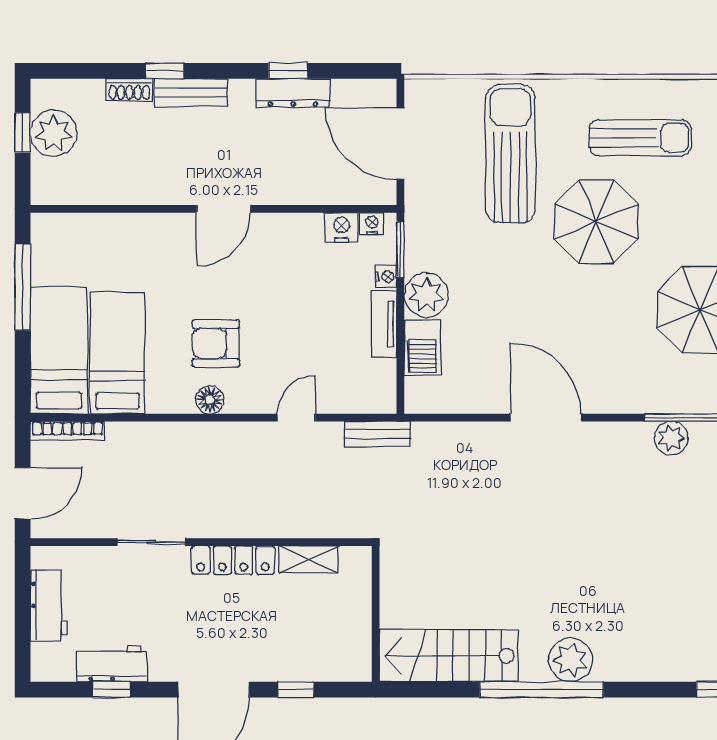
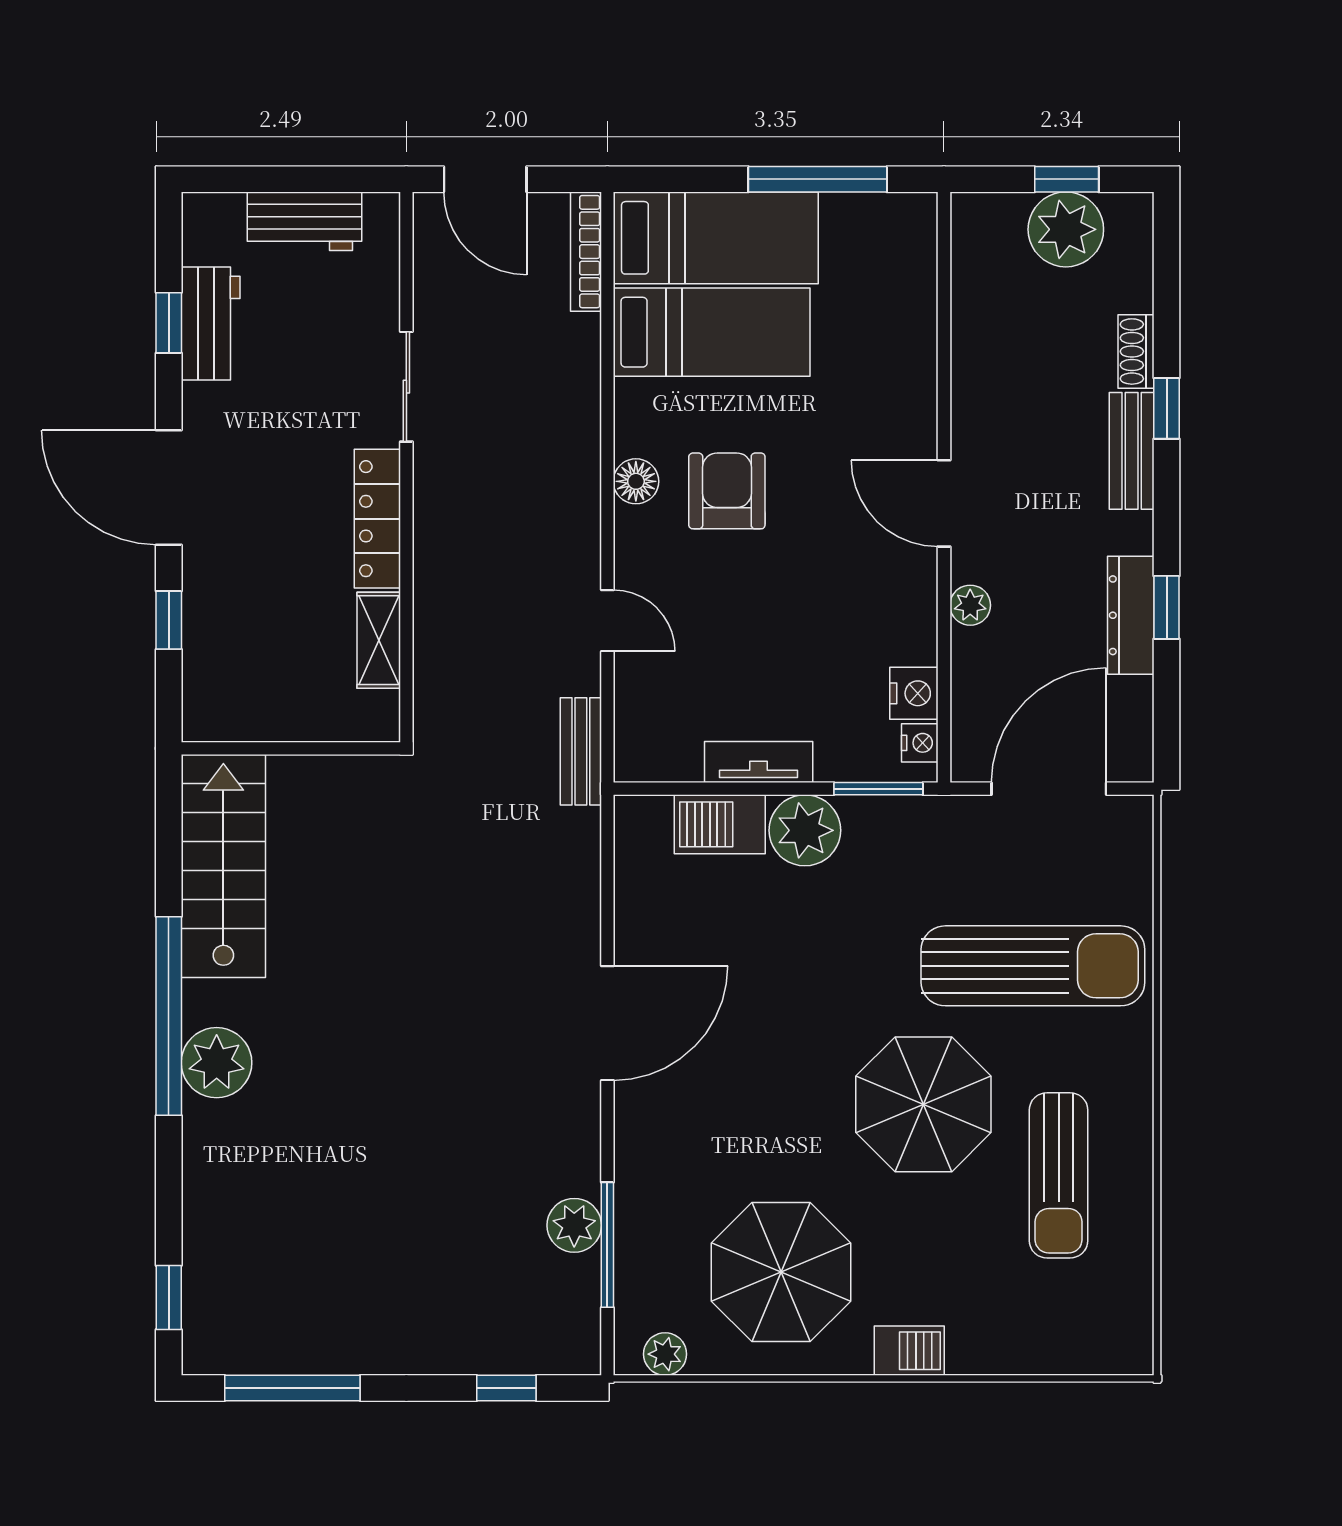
plant: (287, 193) -> (970, 605), added
nightstand: (386, 276) -> (835, 765), removed

